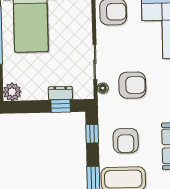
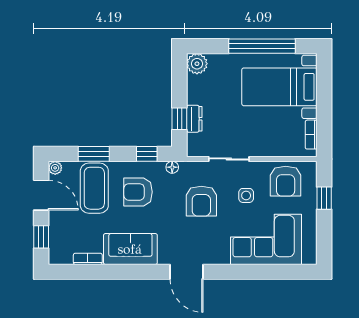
side table: (126, 46) -> (246, 195), added
floor lamp: (103, 88) -> (172, 167), moved

